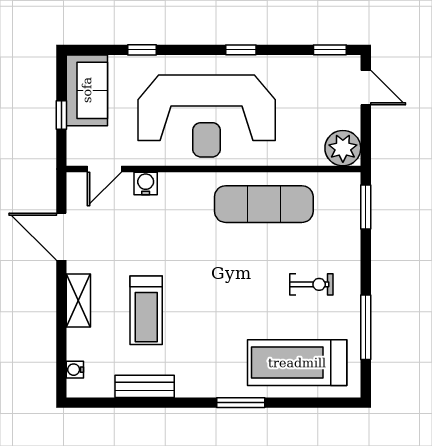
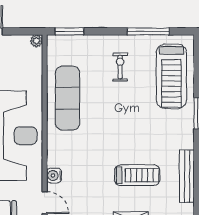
plant: (343, 148) -> (36, 41), width x0.53, depth x0.53
bench: (145, 386) -> (187, 176), width x1.36

